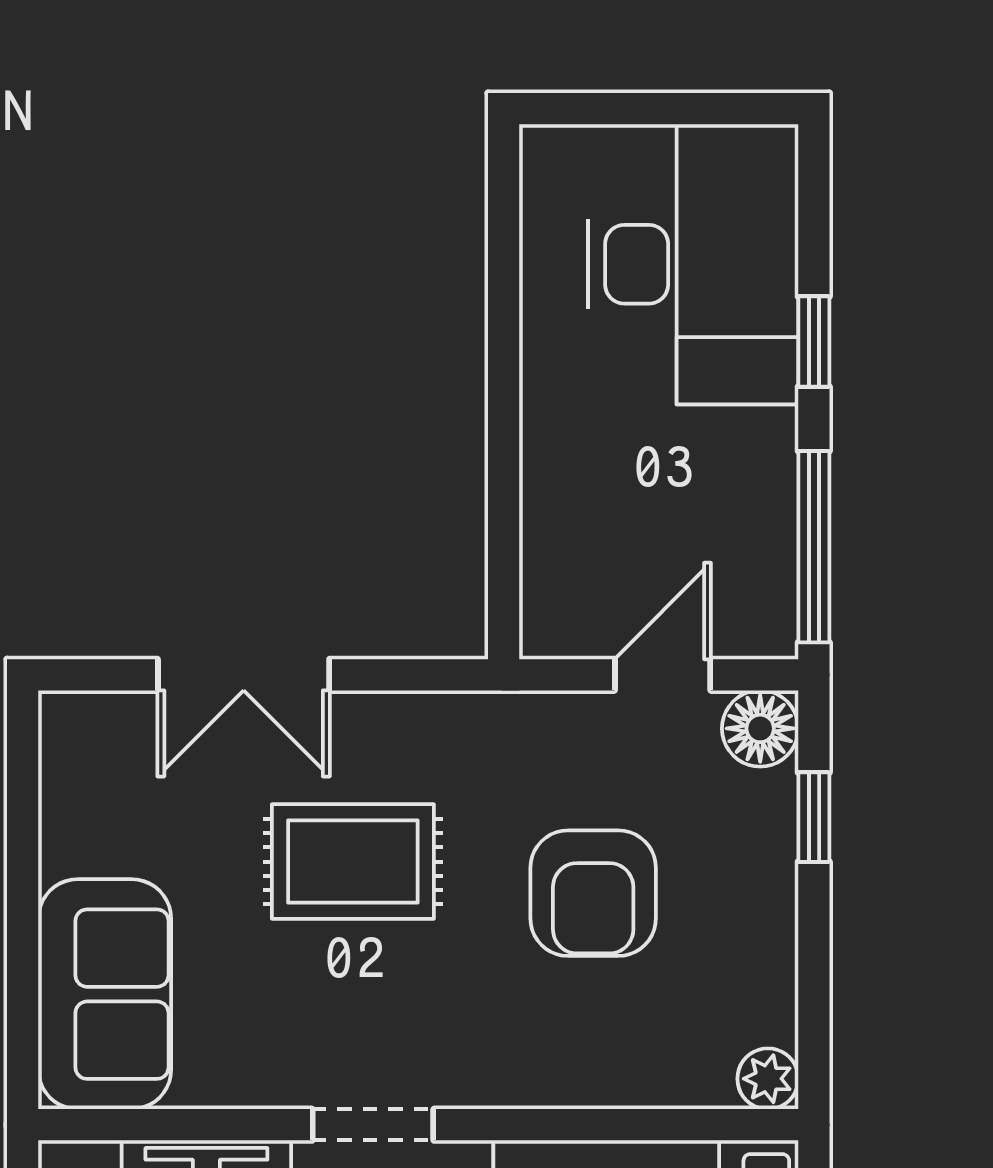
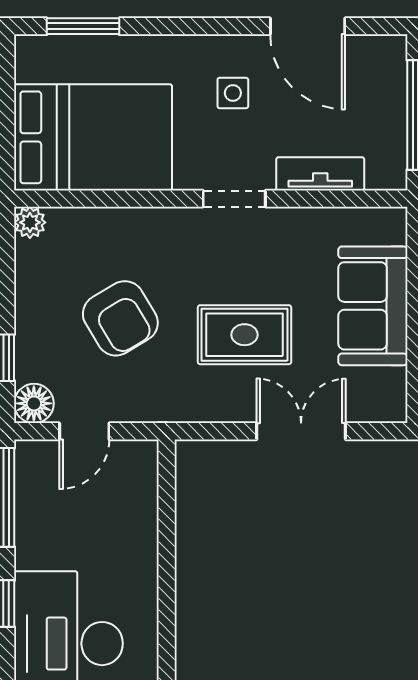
armchair: (593, 893) -> (120, 318), turned 149
sofa: (105, 994) -> (373, 306), moved

